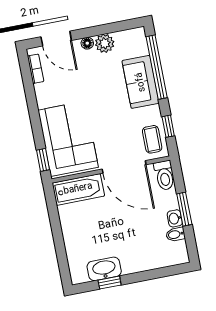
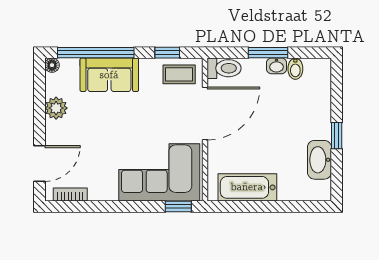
floor lamp: (87, 43) -> (52, 65), moved
bathtub: (78, 189) -> (247, 187), moved, turned -90
window: (110, 283) -> (337, 136), moved

